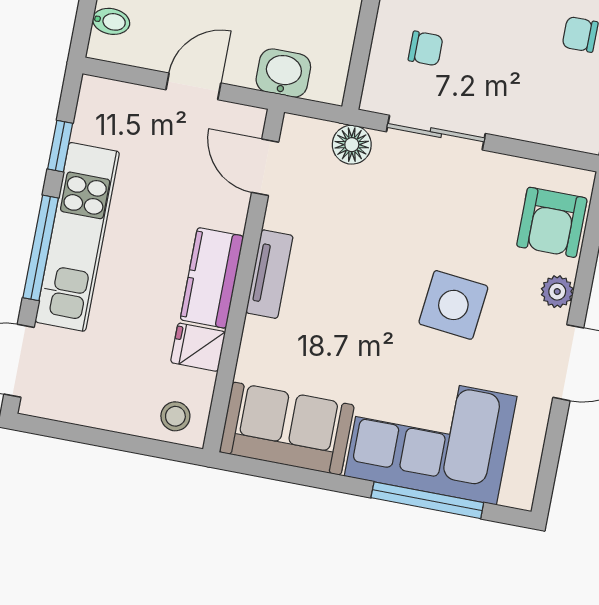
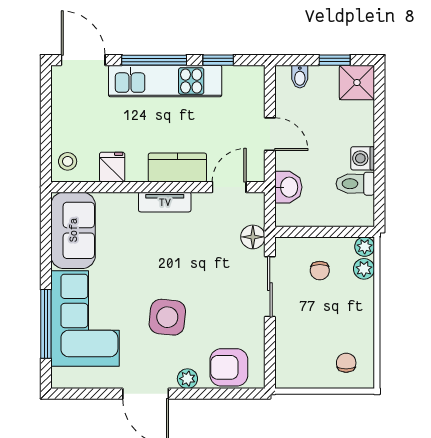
kitchen counter: (212, 278) -> (177, 168), moved

